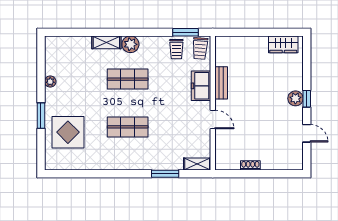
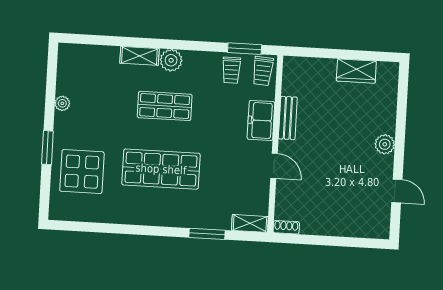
wardrobe: (283, 44) -> (356, 71), moved
window: (307, 99) -> (399, 146), removed
shop shelf: (128, 127) -> (161, 169), width x1.43, depth x1.36
shoe rack: (250, 165) -> (286, 227), moved

